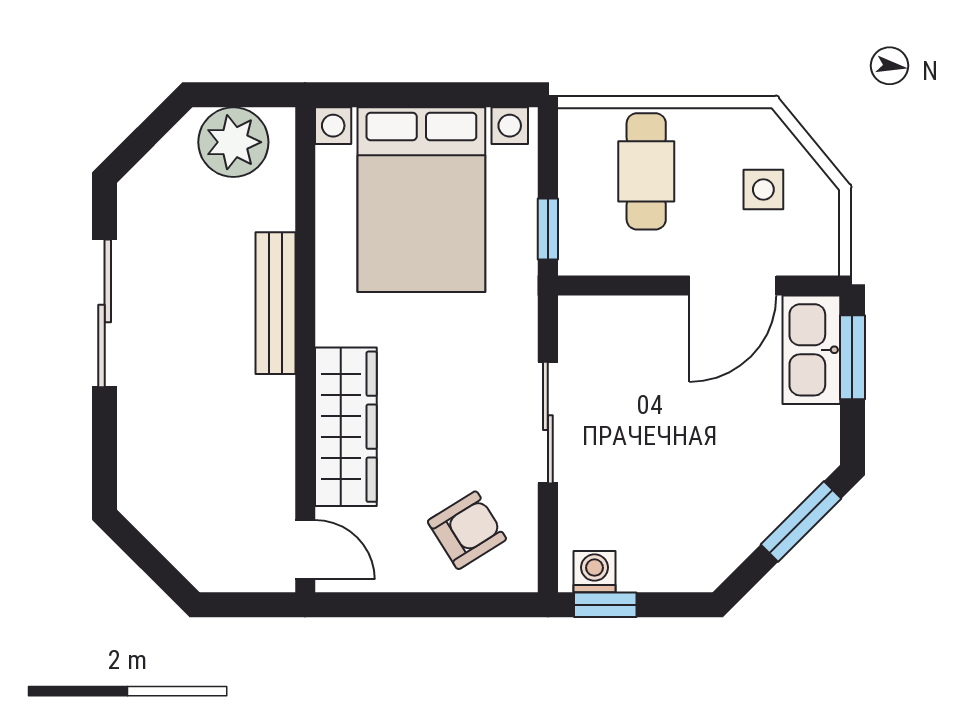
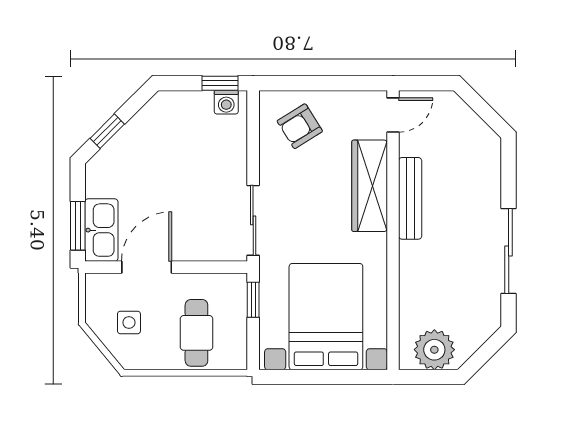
bench: (275, 303) -> (410, 198), moved
sliding door: (548, 423) -> (253, 220), moved
window: (801, 521) -> (107, 131), width x0.67
door: (305, 550) -> (393, 115), swing flipped

